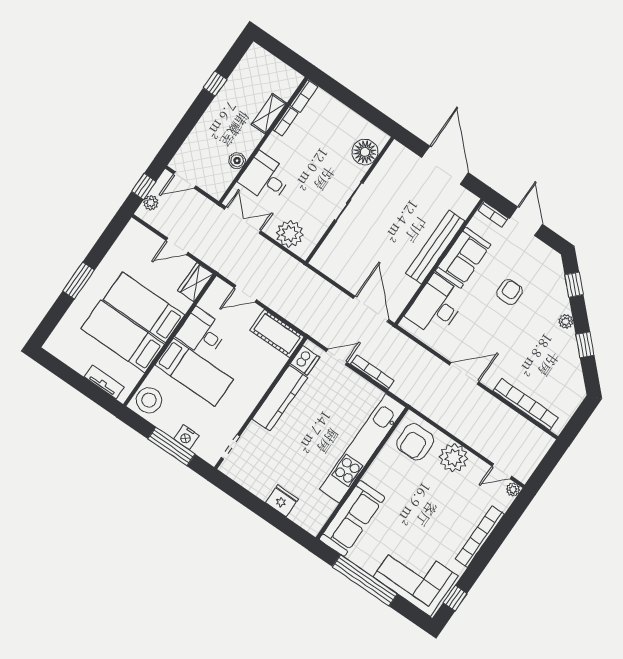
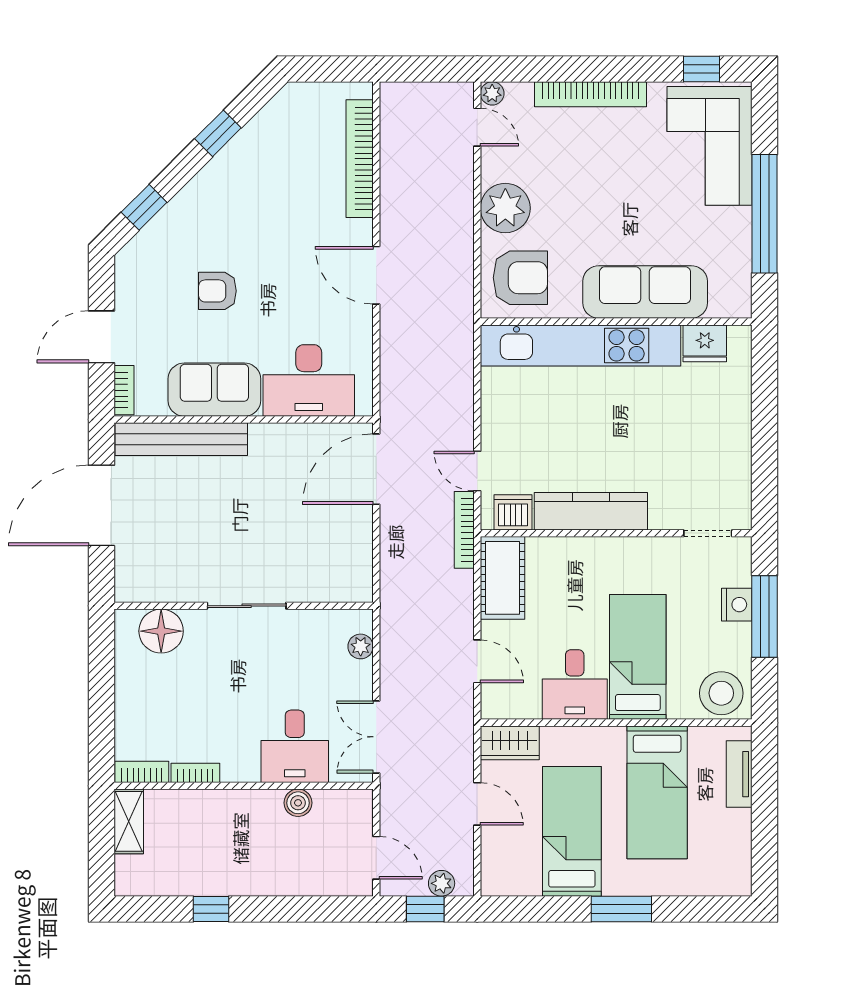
shelving: (269, 114) -> (129, 821), moved, turned 90
plant: (290, 234) -> (361, 646), width x0.53, depth x0.53
bench: (435, 247) -> (181, 439), moved
bed: (144, 307) -> (572, 831), moved, turned 180
plant: (566, 322) -> (204, 183), removed
bookcase: (372, 372) -> (464, 530), moved
fridge: (282, 501) -> (705, 343), moved, turned -90
sofa: (352, 518) -> (645, 292), moved

